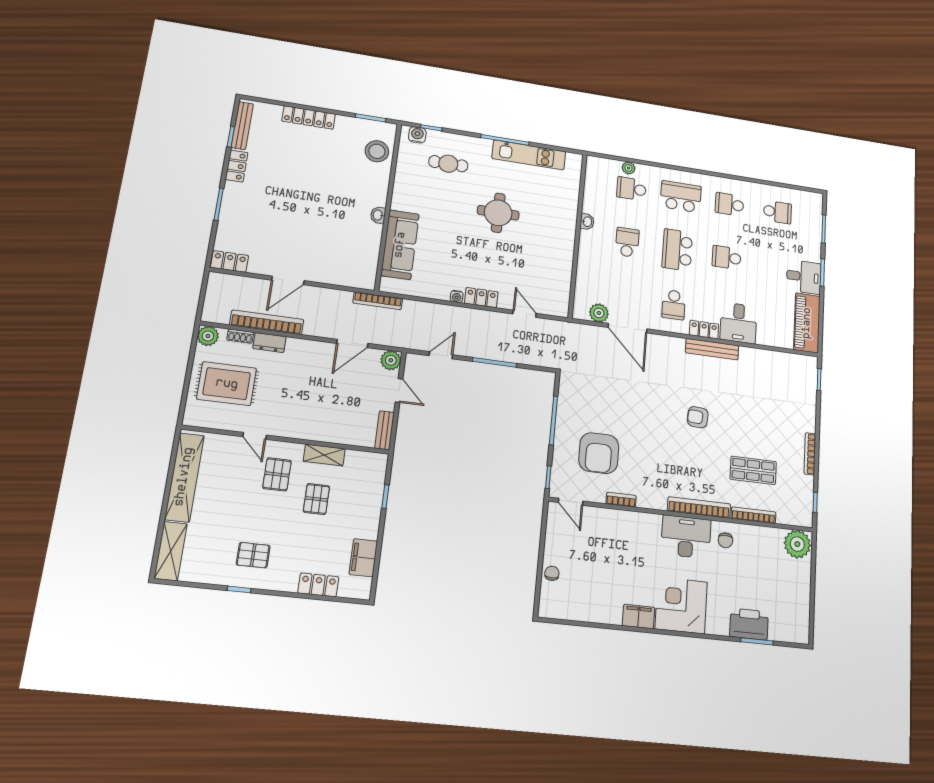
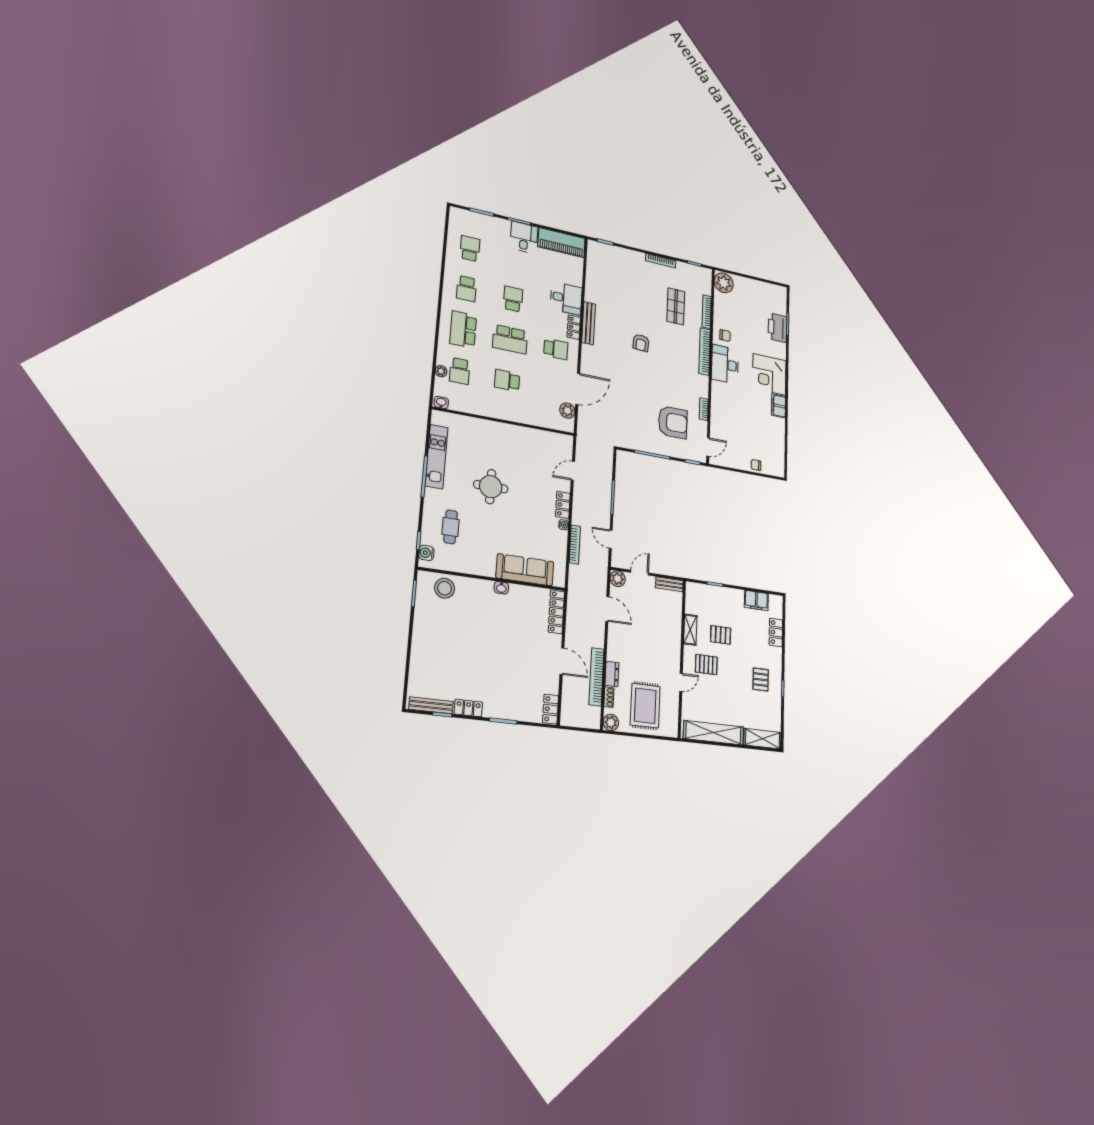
locker: (309, 117) -> (556, 612), moved, turned 180
washbasin: (587, 222) -> (441, 403), moved
school desk: (727, 257) -> (513, 299), turned 180
bookcase: (378, 301) -> (575, 545), moved

